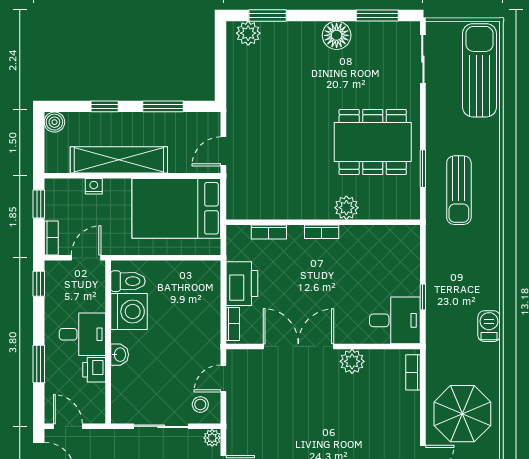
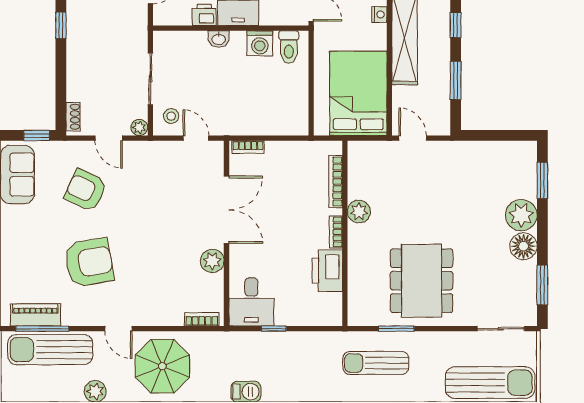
plant: (248, 33) -> (521, 215), moved, width x1.36, depth x1.36
plant: (346, 208) -> (359, 212), moved
bookcase: (269, 232) -> (336, 182), width x1.56
printer: (242, 284) -> (327, 271), moved, turned 90
washing machine: (129, 311) -> (260, 43), width x0.73, depth x0.73

